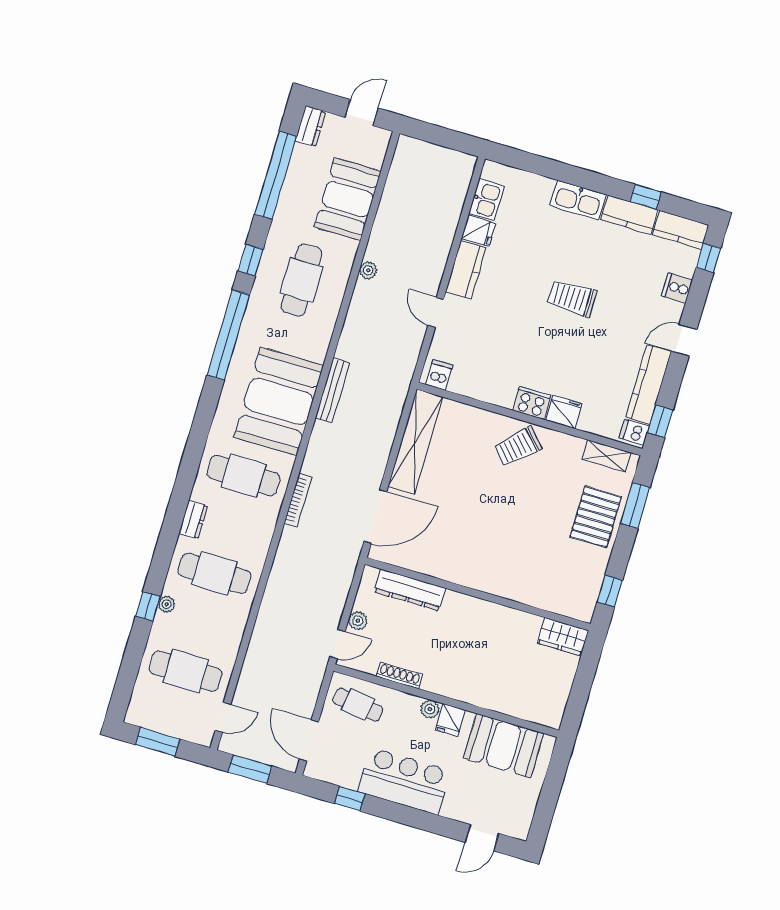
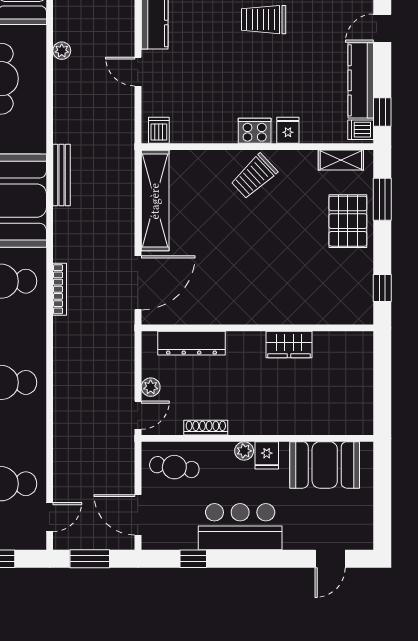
fridge: (564, 412) -> (288, 130), width x0.72
wardrobe: (563, 637) -> (289, 344), moved

